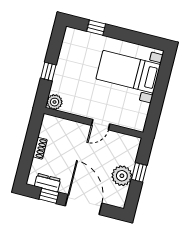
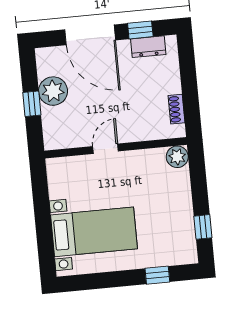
window: (48, 72) -> (203, 227), moved
shoe rack: (40, 148) -> (177, 109), moved

